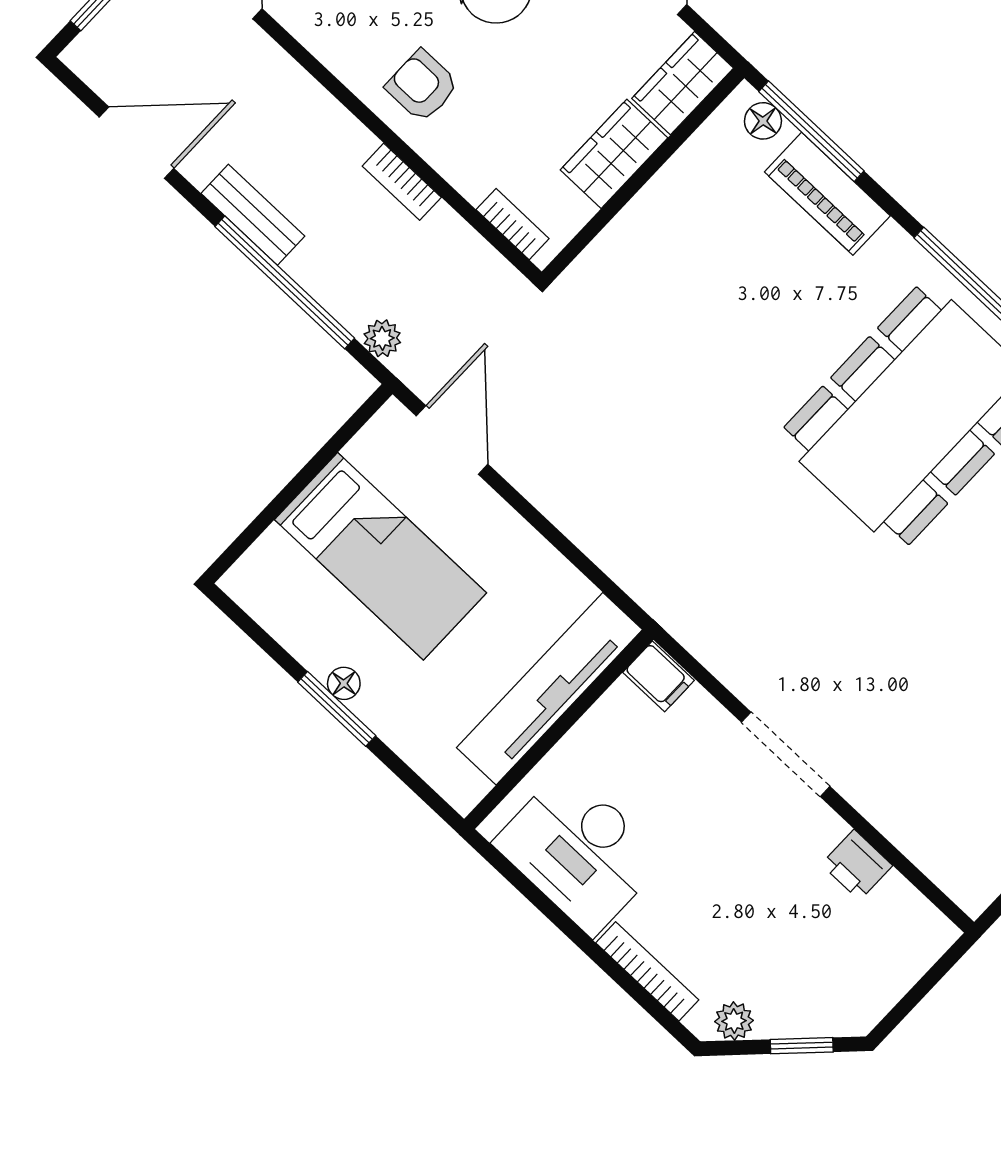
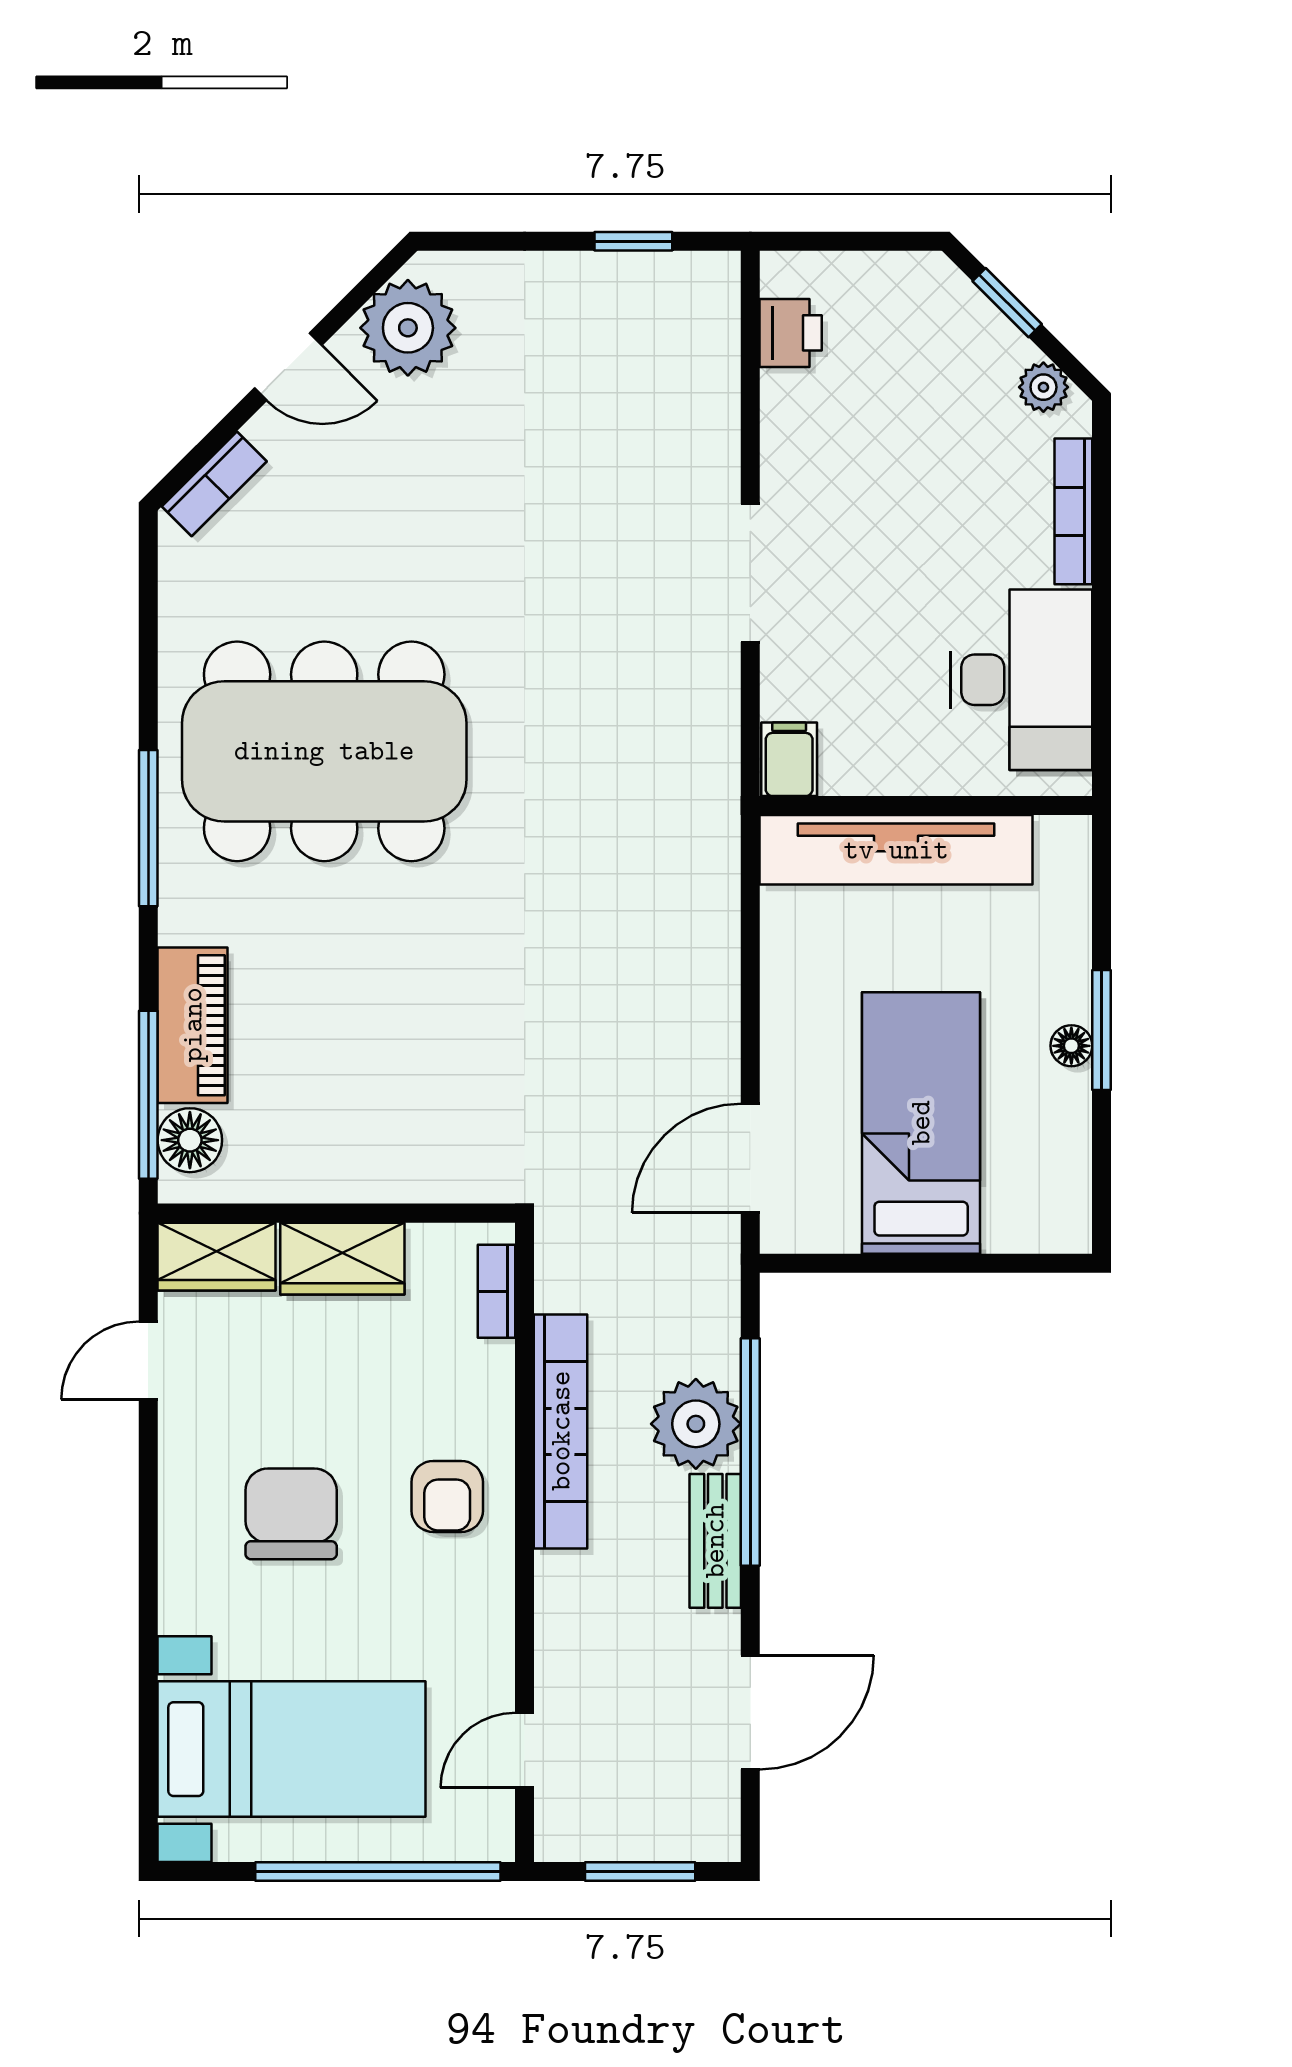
floor lamp: (763, 121) -> (190, 1140), width x1.37, depth x1.37
door: (137, 143) -> (750, 1712), swing flipped
bookcase: (402, 182) -> (561, 1431), width x2.31, depth x1.31
plant: (382, 338) -> (696, 1424), moved, width x1.88, depth x1.88
printer: (857, 865) -> (791, 333), moved

